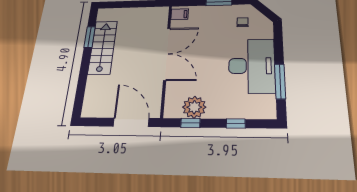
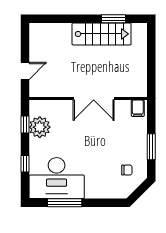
double door: (167, 54) -> (94, 98), width x0.73
desk: (252, 66) -> (57, 178), moved
door: (131, 122) -> (25, 71), width x0.53

